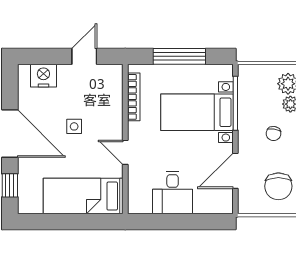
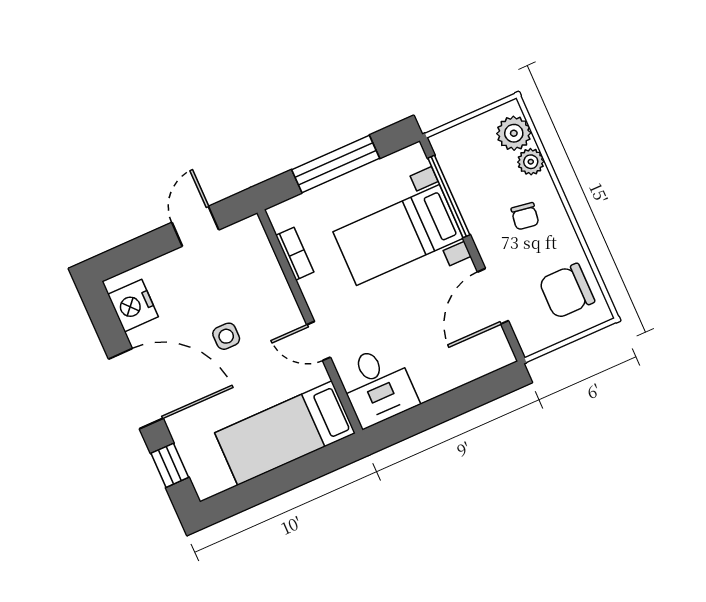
nightstand: (43, 76) -> (133, 306), moved, turned -90
bookcase: (134, 97) -> (295, 254), width x0.64
chair: (278, 186) -> (567, 291), turned 90
desk: (173, 193) -> (378, 386), moved

